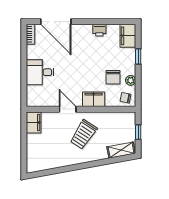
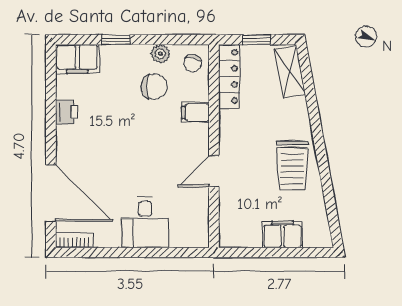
door: (56, 22) -> (51, 193), hinge flipped
filing cabinet: (94, 99) -> (195, 113), width x0.50
locker: (118, 117) -> (229, 76), added
filing cabinet: (34, 122) -> (282, 234), moved
trolley: (83, 134) -> (292, 165), moved, turned 57

